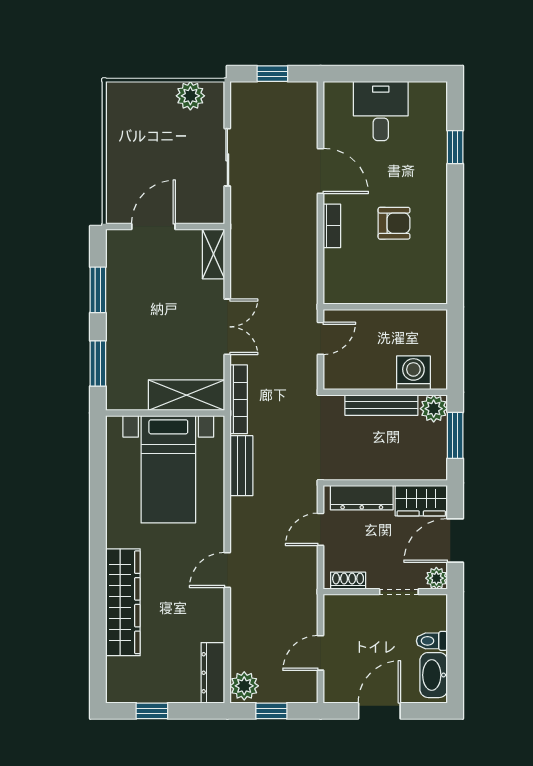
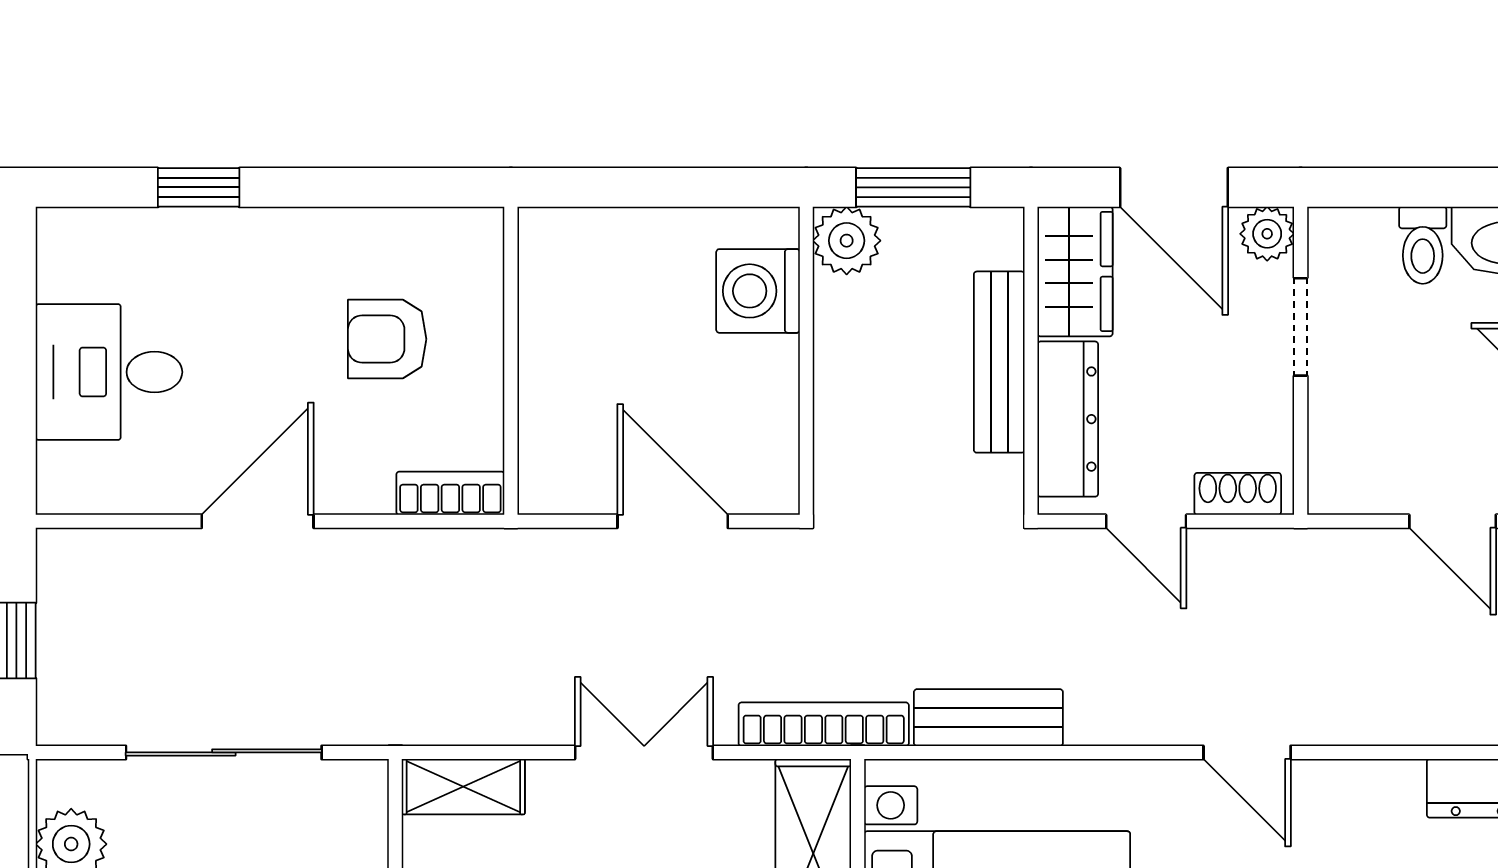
sliding door: (227, 157) -> (224, 752), width x1.37
armchair: (394, 223) -> (387, 339), turned -90
bookcase: (332, 226) -> (450, 493), moved
wall: (385, 307) -> (511, 361), moved
door: (321, 338) -> (673, 521), width x1.38
bench: (381, 405) -> (999, 362), moved
shoe rack: (348, 581) -> (1238, 494), moved, turned 90

